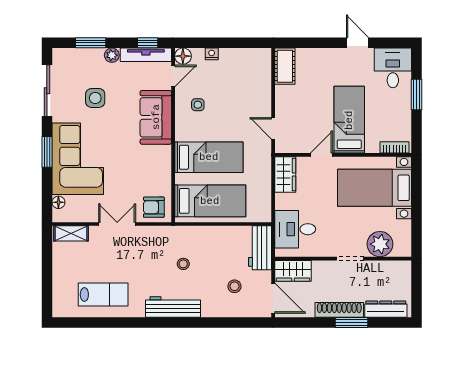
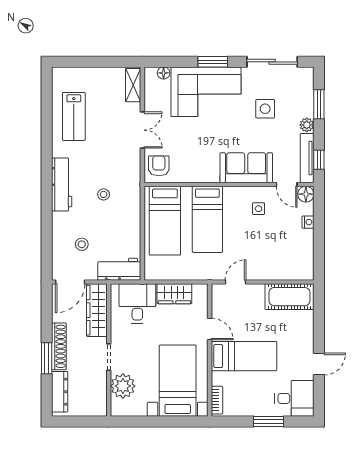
cot: (285, 66) -> (289, 297), width x1.37, depth x1.34
wardrobe: (285, 174) -> (174, 294), moved
wardrobe: (293, 271) -> (97, 310), width x1.50

